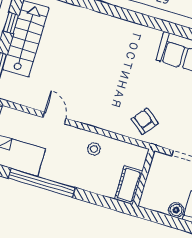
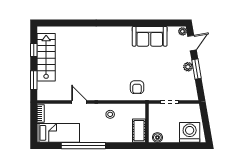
armchair: (145, 121) -> (137, 87), turned -128
boiler: (176, 210) -> (157, 137), moved

